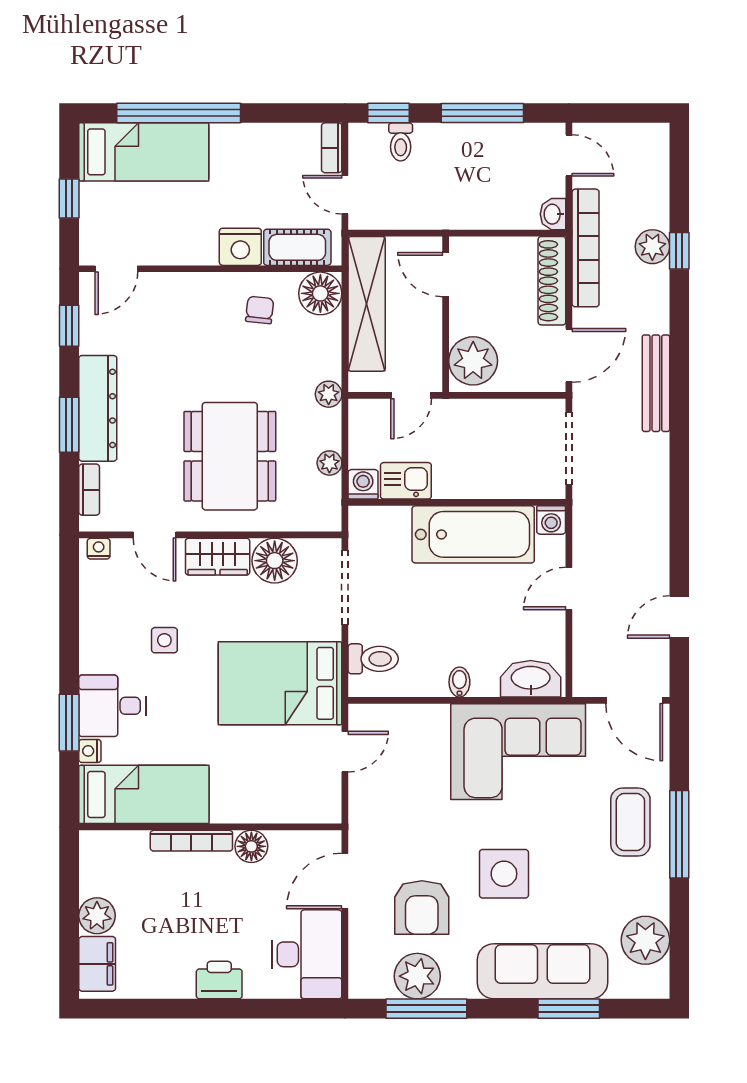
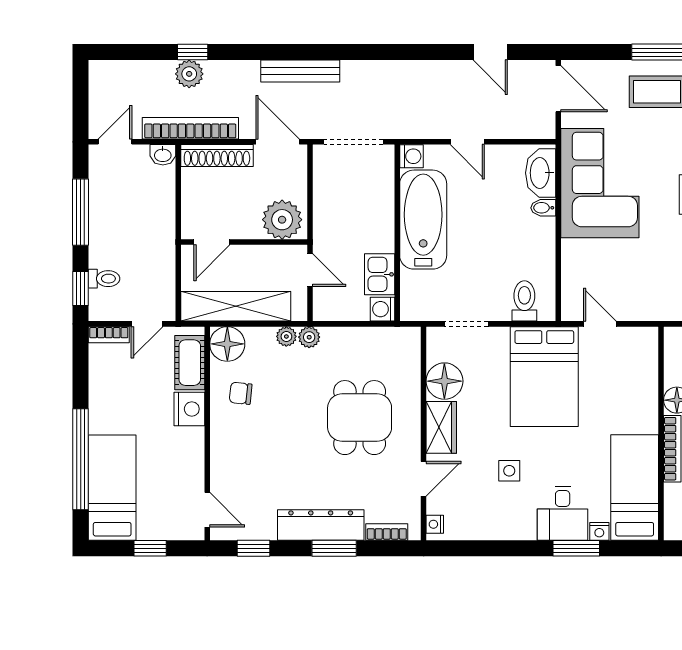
dining table: (230, 456) -> (360, 418), width x0.73
plant: (329, 463) -> (286, 336), moved
doorway: (345, 587) -> (466, 324), width x0.73
bidet: (459, 682) -> (543, 208), moved
door: (634, 700) -> (558, 89), hinge flipped

